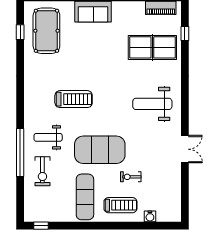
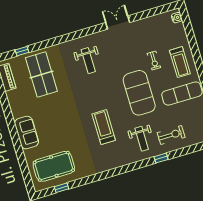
weight bench: (152, 104) -> (88, 61), width x0.73, depth x0.75
window: (20, 153) -> (161, 158), width x0.32
treadmill: (120, 205) -> (180, 62), turned 180
water cooler: (150, 216) -> (177, 18), moved

